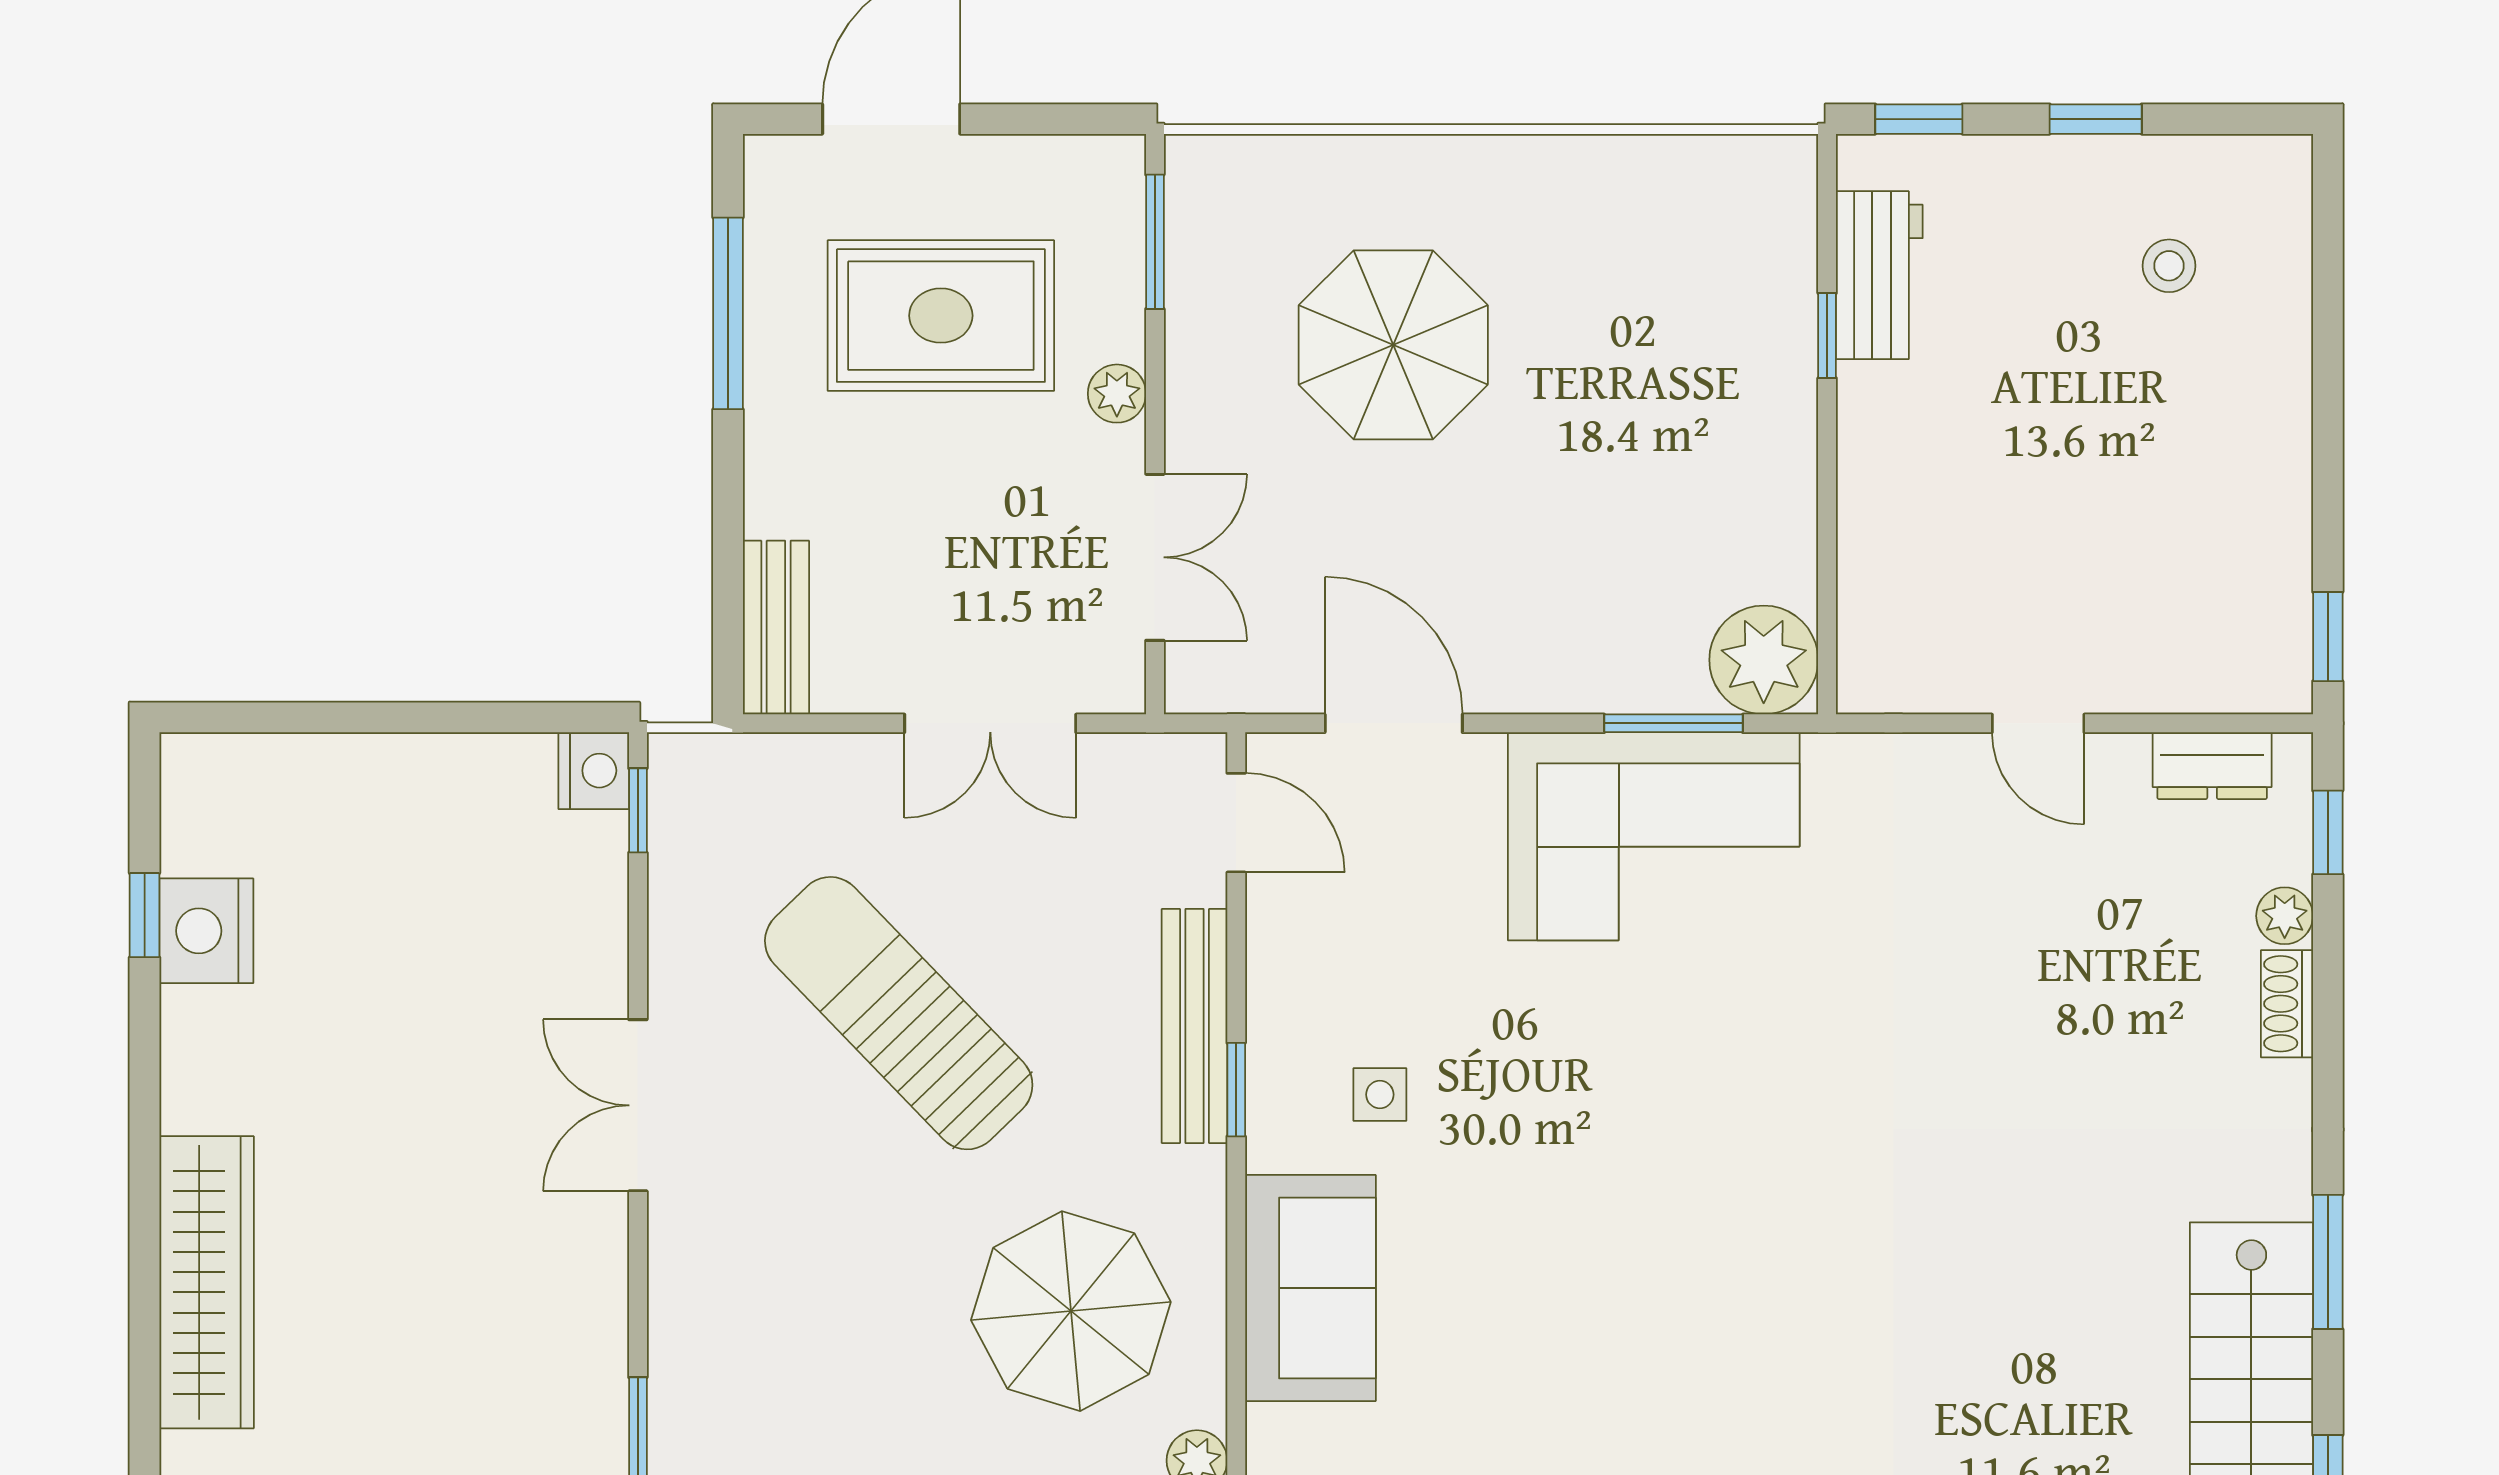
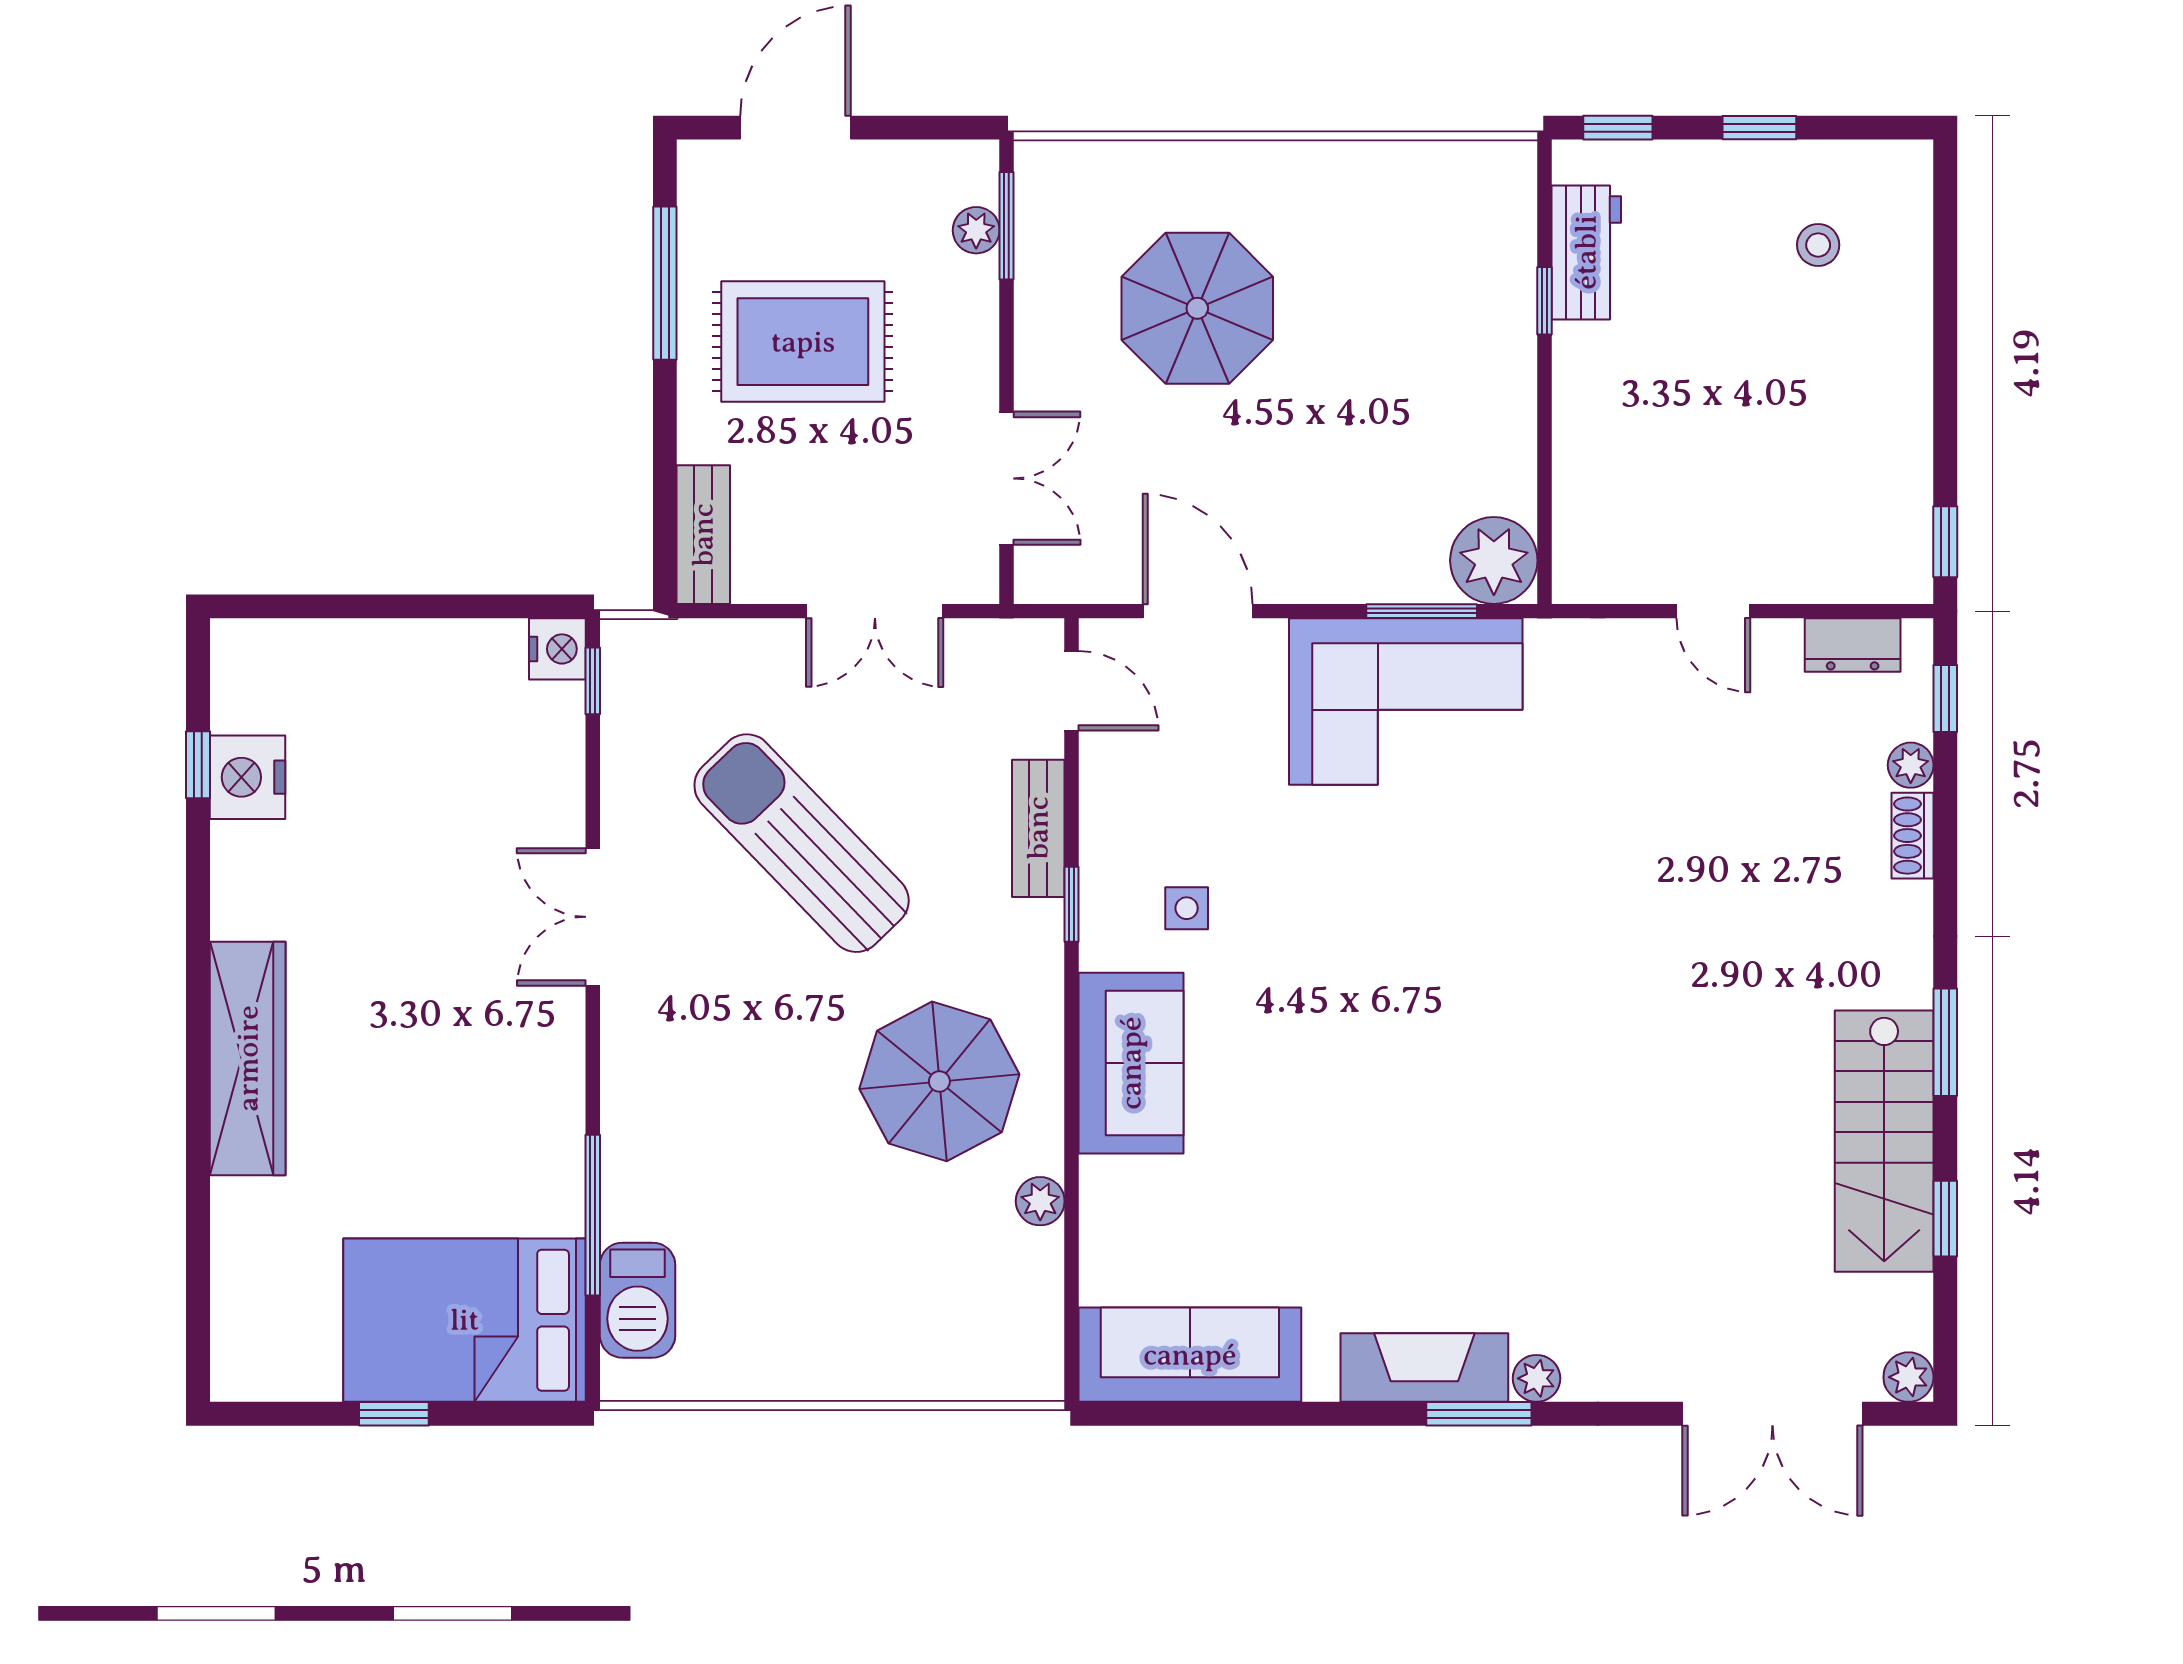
rug: (941, 316) -> (803, 342), moved
plant: (1117, 394) -> (976, 230), moved
bench: (1195, 1026) -> (1038, 828), width x0.73

